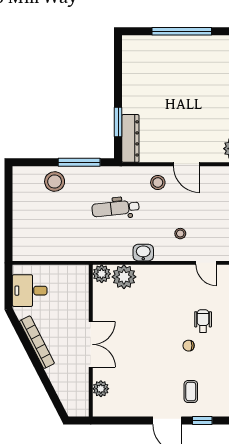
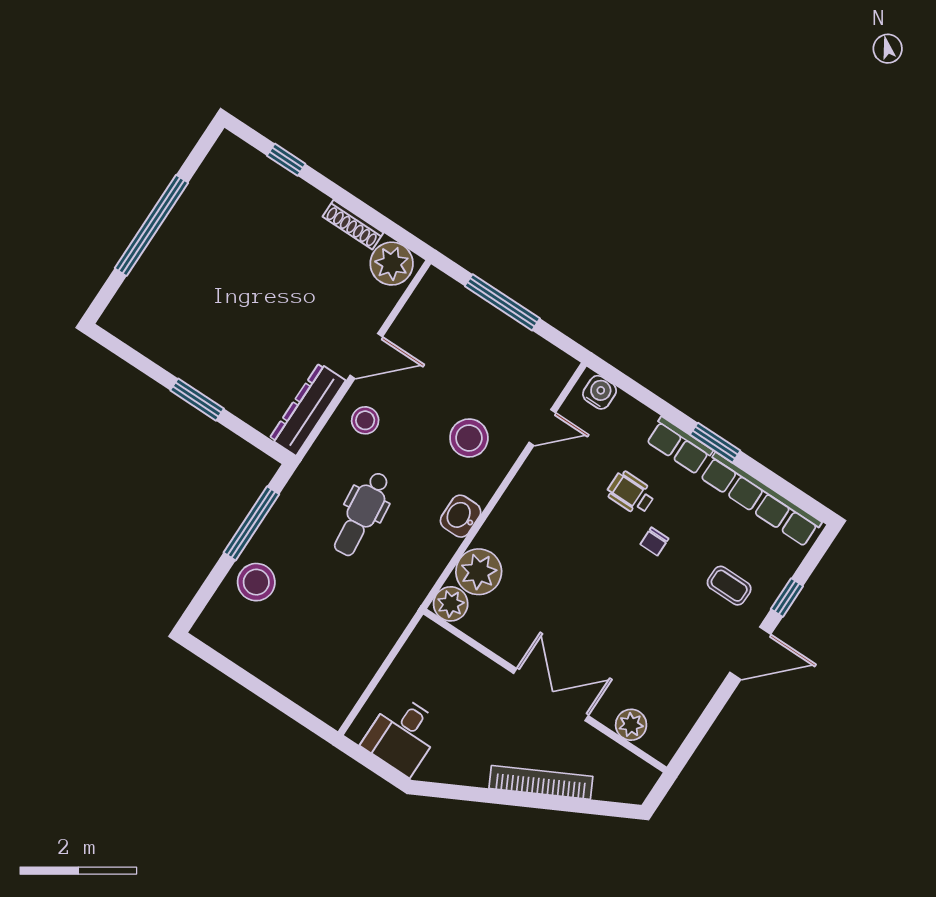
window: (118, 122) -> (197, 400), moved
dresser: (130, 138) -> (308, 409), moved, turned -90
stool: (180, 234) -> (469, 438), width x1.89, depth x1.89
bookcase: (37, 342) -> (541, 782), moved

